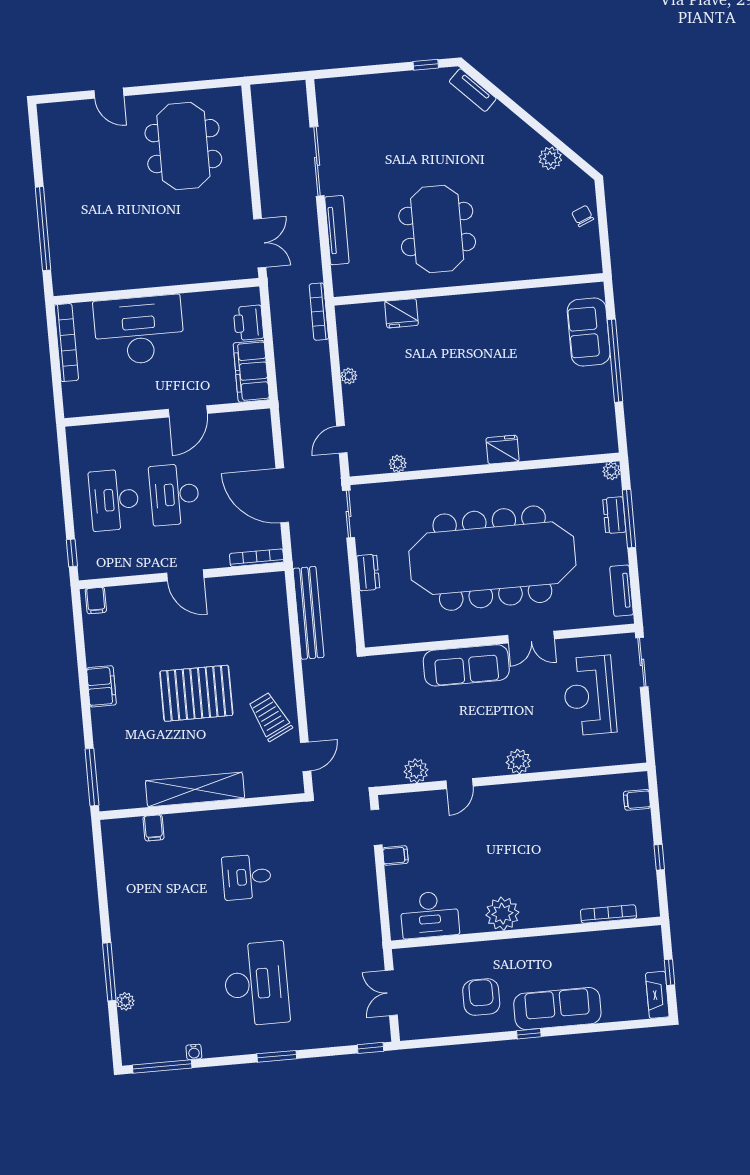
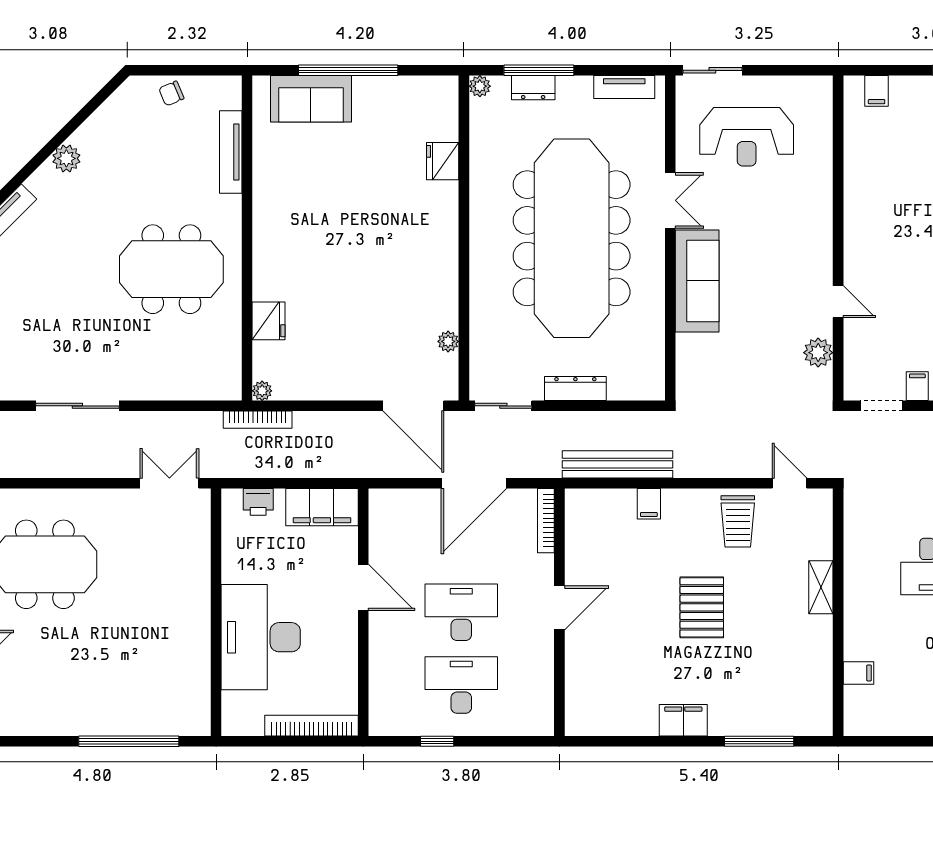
plant: (550, 158) -> (66, 158), moved
tv unit: (337, 230) -> (231, 152), moved, turned -90
printer: (249, 323) -> (258, 502), width x0.73, depth x0.81
bookcase: (66, 343) -> (311, 726), moved
plant: (349, 376) -> (262, 391), moved
door: (342, 439) -> (413, 406), width x1.88
fridge: (503, 450) -> (443, 161), moved
desk: (174, 494) -> (461, 612), turned 180
desk: (114, 500) -> (461, 685), turned 180
window: (72, 553) -> (437, 741), moved
dresser: (368, 572) -> (575, 389), width x1.44
filing cabinet: (96, 601) -> (649, 504), moved, turned 90
pallet: (196, 693) -> (702, 607), width x0.73, depth x0.71
trolley: (270, 717) -> (738, 521), turned -64
plant: (518, 762) -> (818, 229), removed
window: (92, 777) -> (759, 741), moved
shelving: (195, 790) -> (821, 587), width x0.45, depth x0.75

